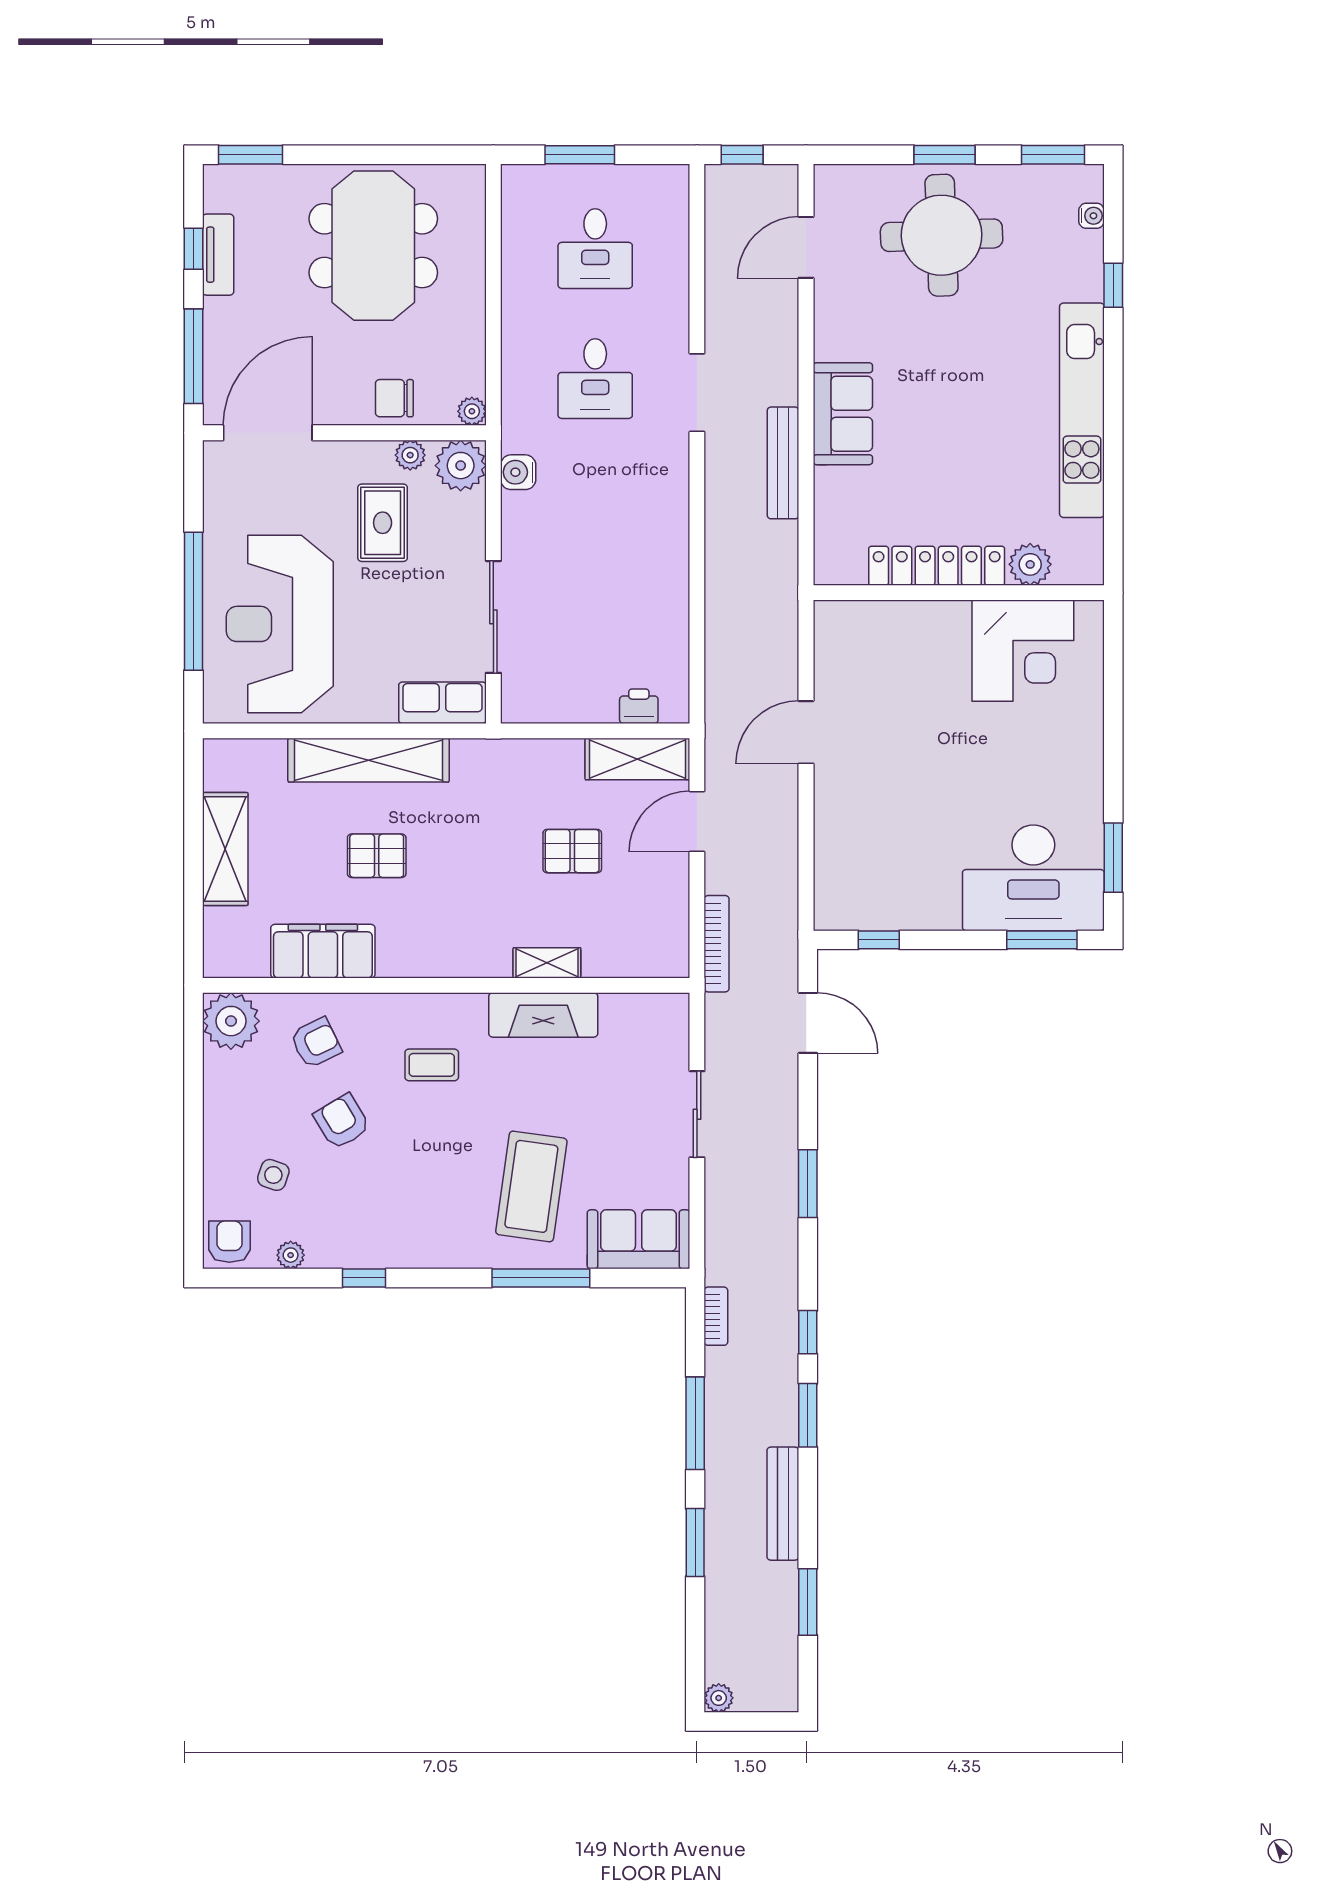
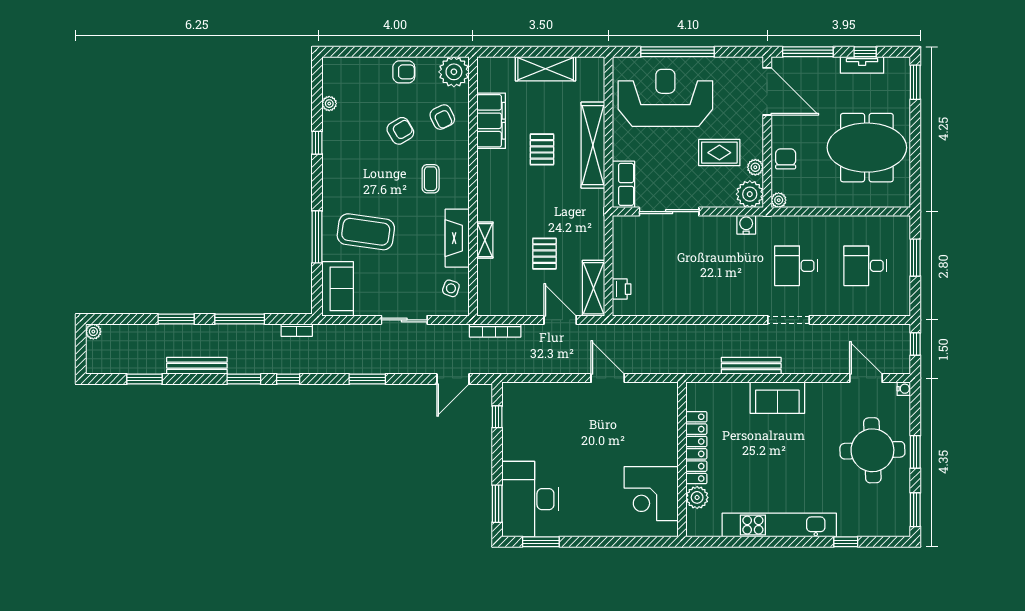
water cooler: (1091, 216) -> (904, 389), moved, turned -90
side table: (273, 1175) -> (451, 288), moved
armchair: (229, 1242) -> (404, 72), moved

